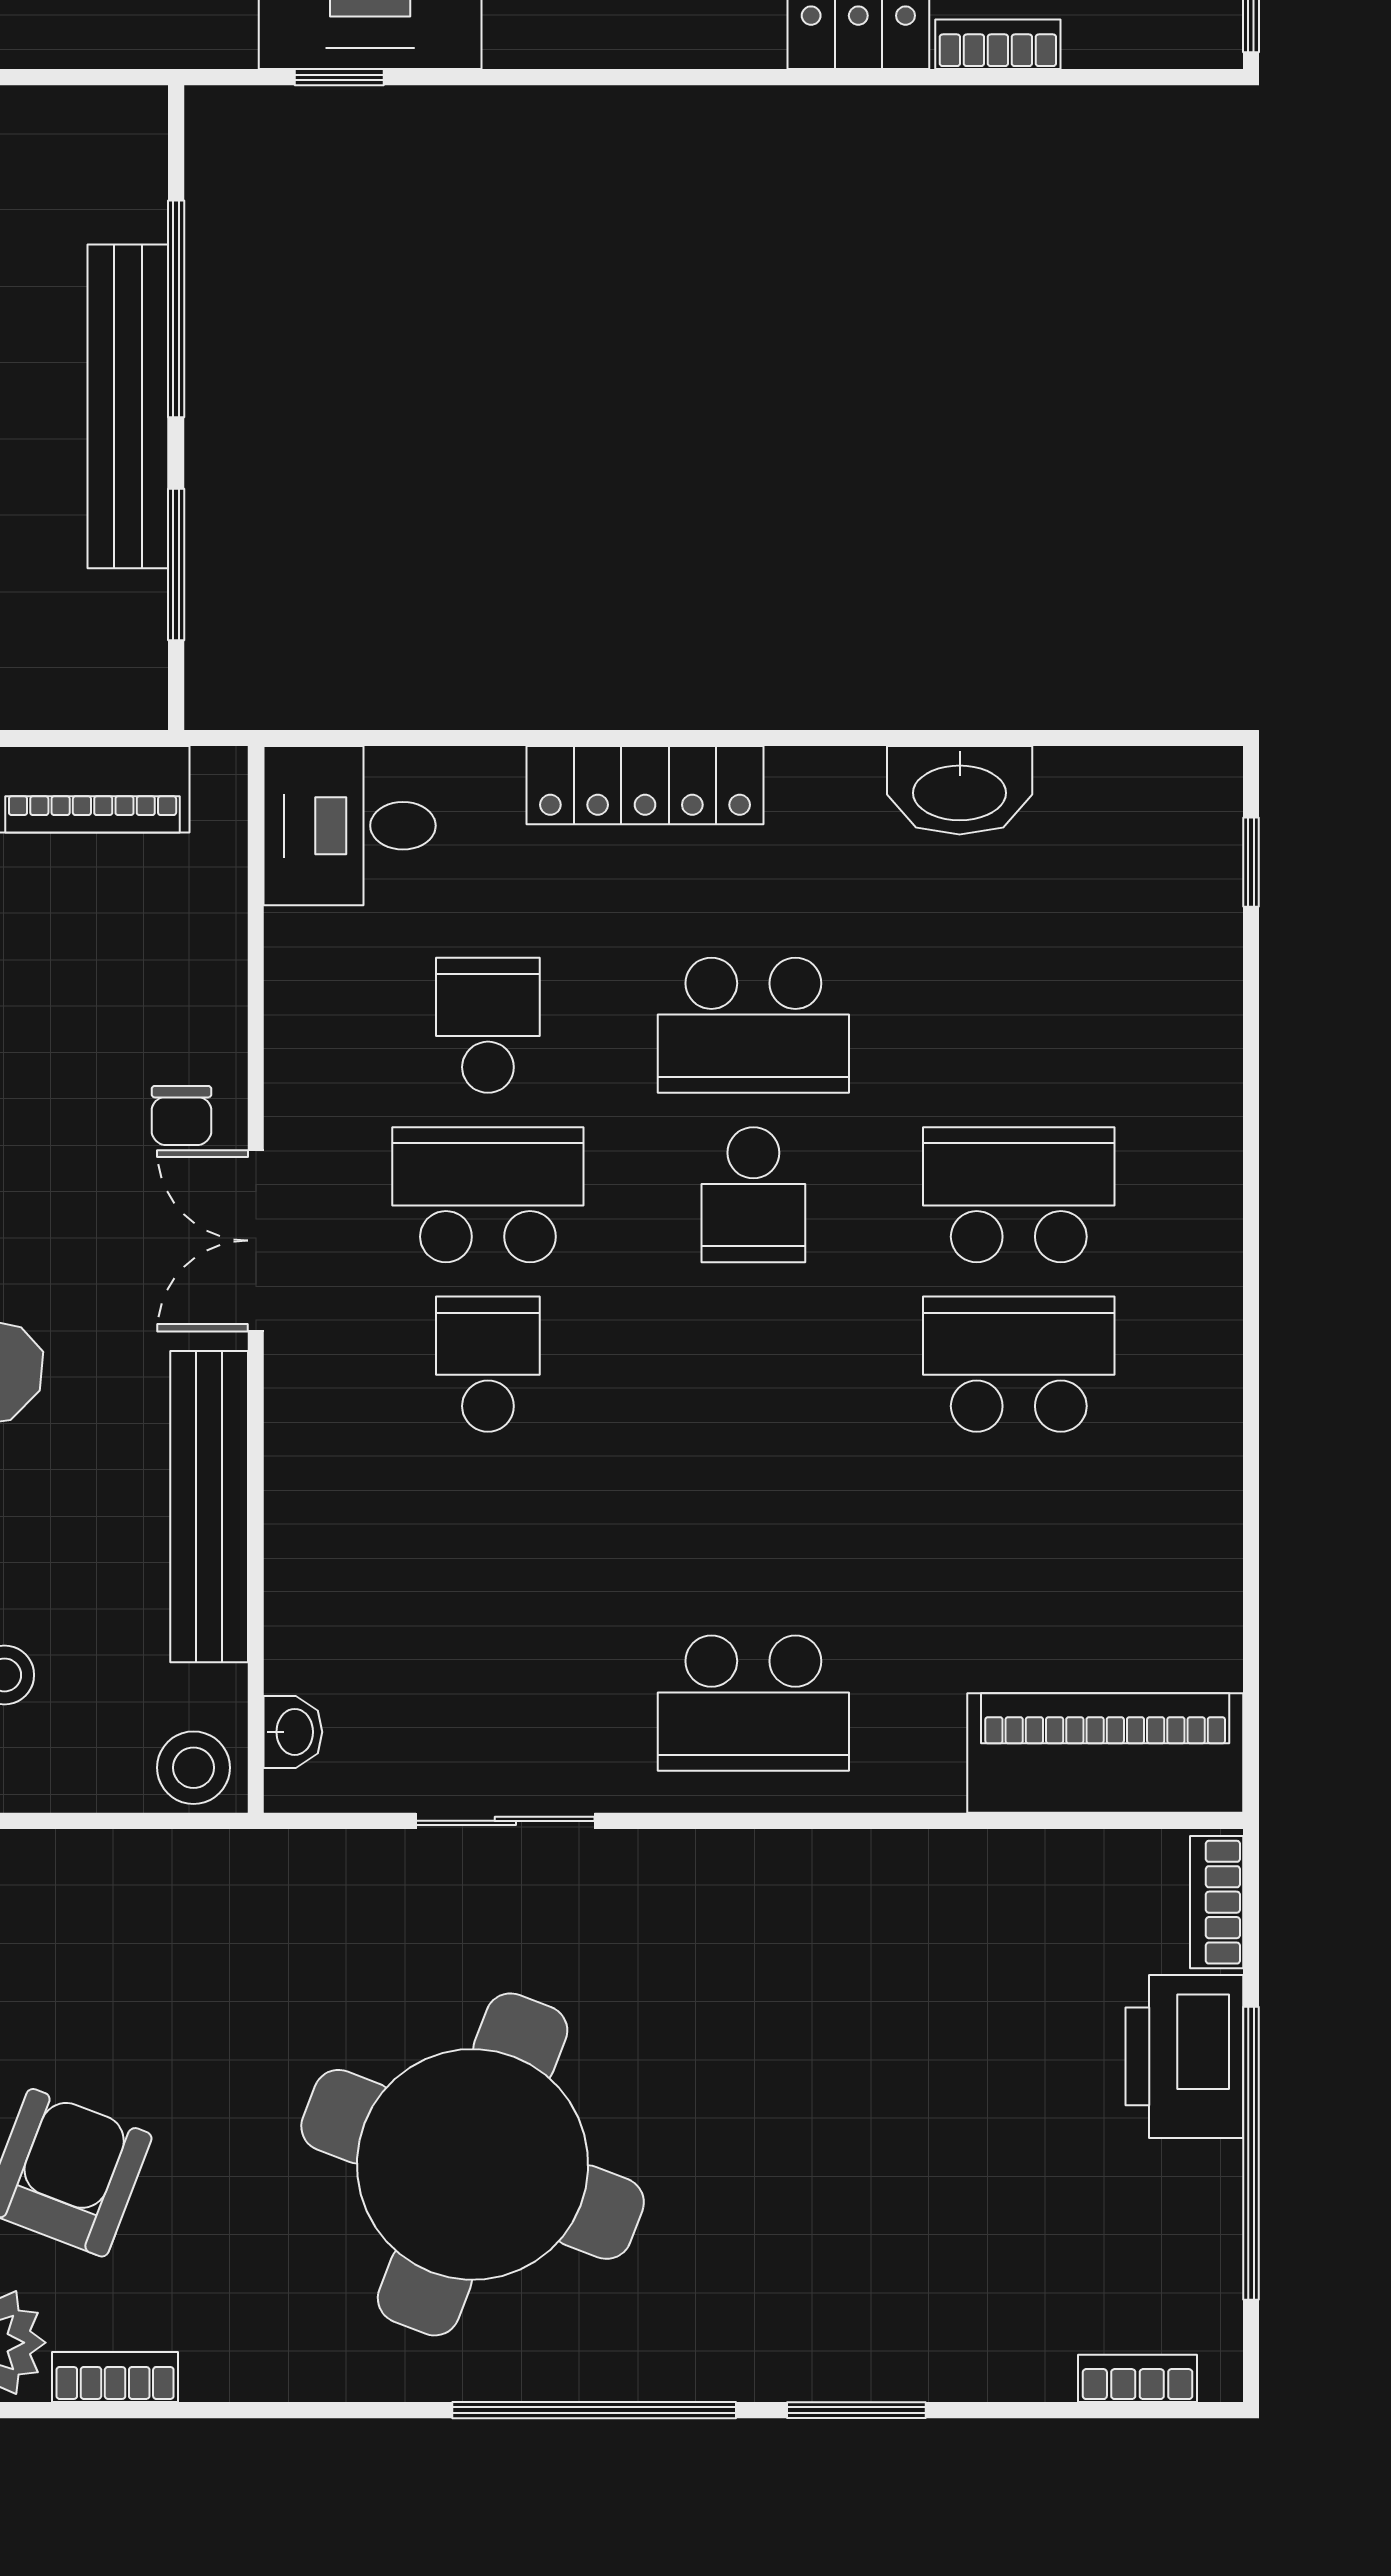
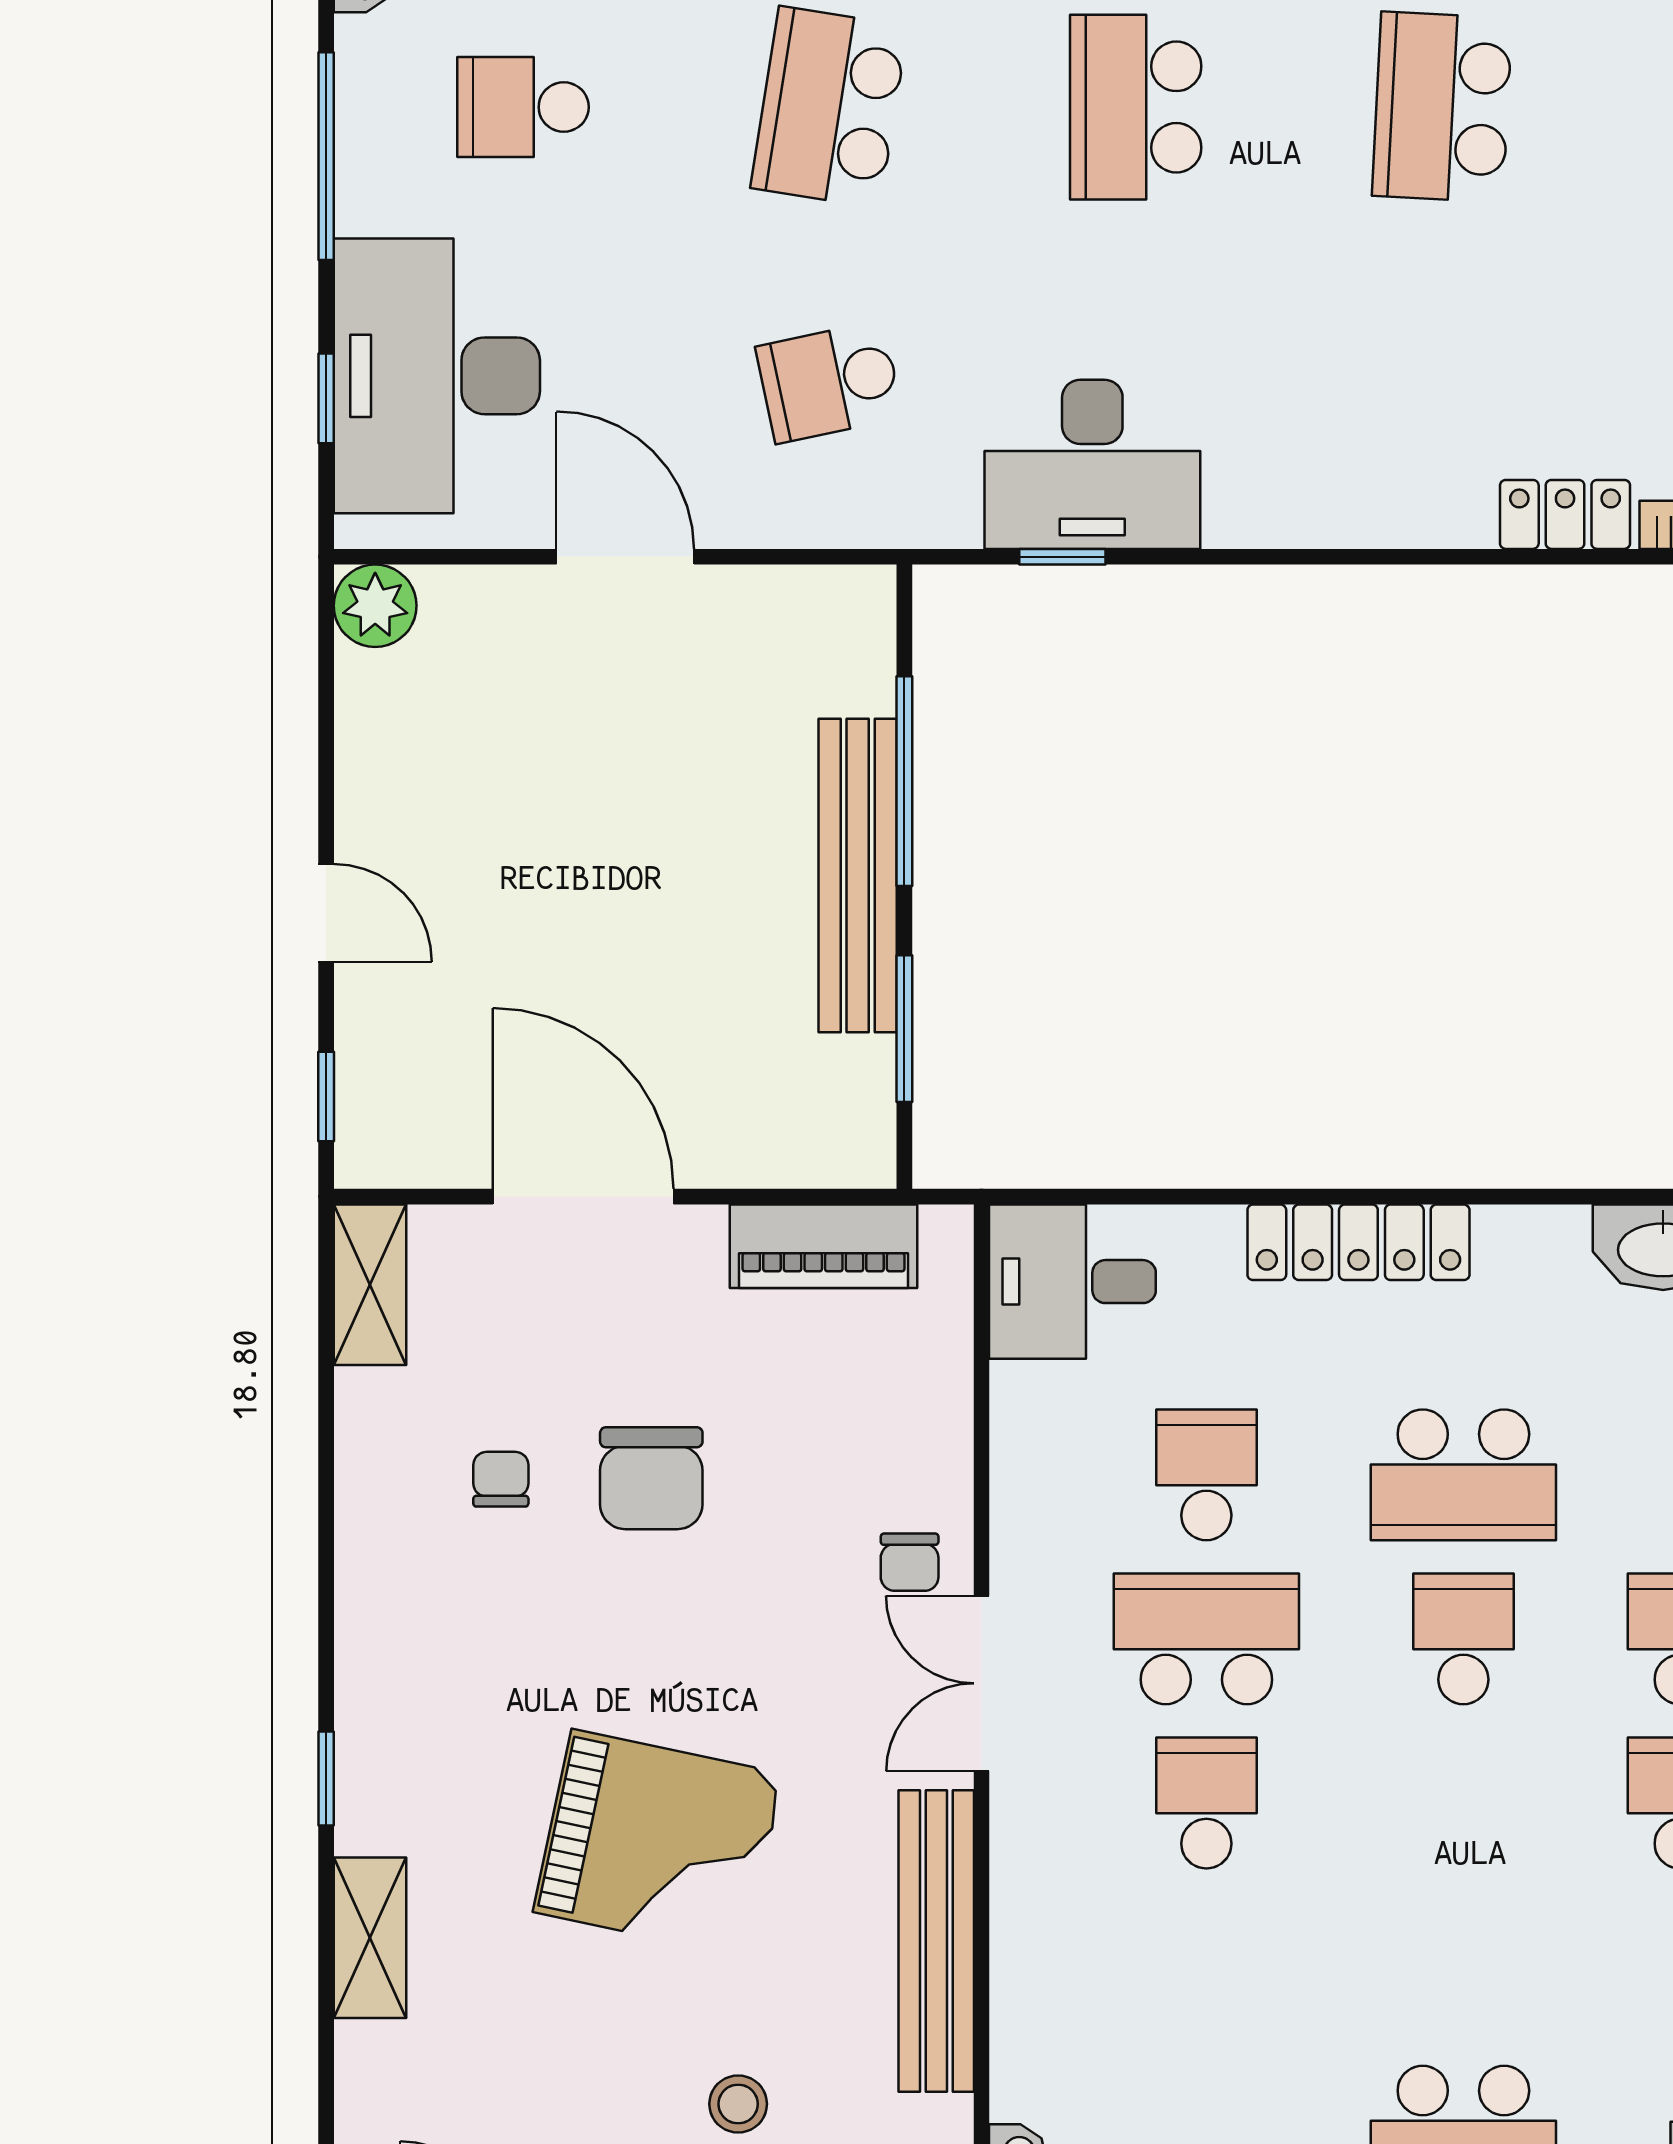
school desk: (753, 1195) -> (1463, 1639), turned 180

